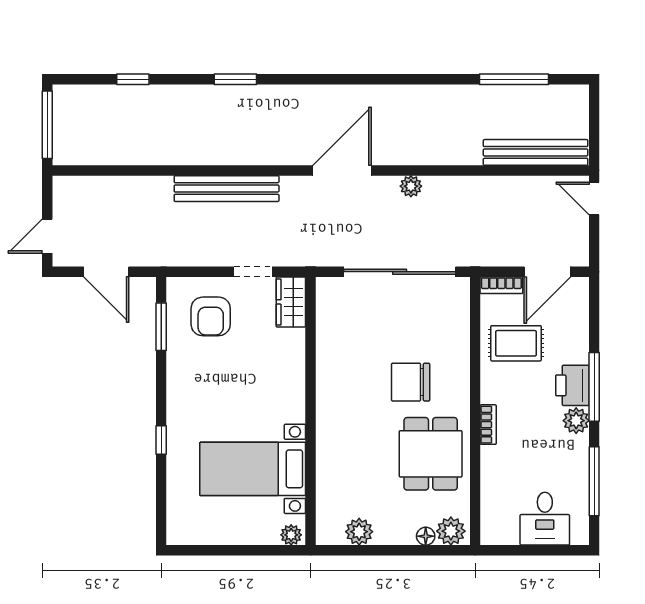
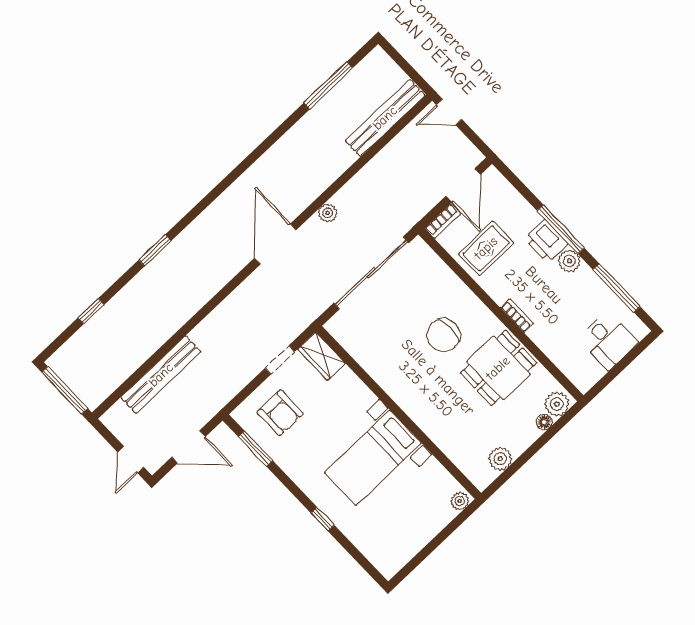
bench: (227, 189) -> (161, 375), moved
dining table: (431, 454) -> (498, 368), turned 90
bed with nightstands: (253, 469) -> (373, 458), moved

